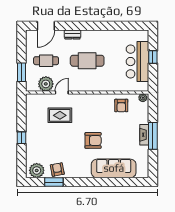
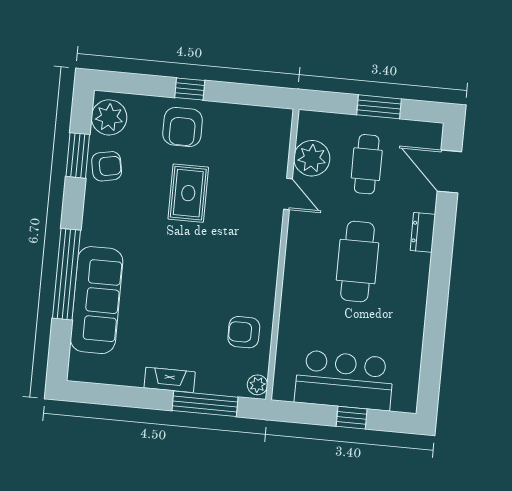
window: (22, 72) -> (379, 107), moved
rug: (60, 115) -> (188, 193), moved
window: (153, 136) -> (205, 404), moved
armchair: (93, 140) -> (183, 127), moved
window: (104, 182) -> (66, 274), added

